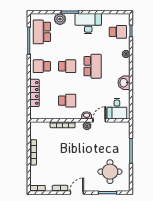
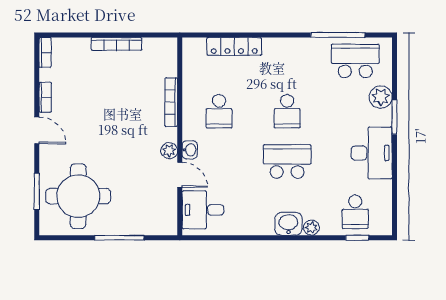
school desk: (42, 66) -> (287, 61), removed
school desk: (93, 66) -> (287, 162), turned 180
washbasin: (124, 83) -> (288, 224), moved
round table: (110, 172) -> (78, 196), width x1.36, depth x1.36

